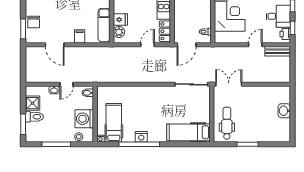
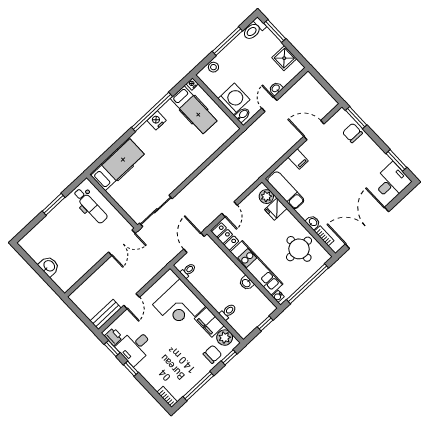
toilet: (34, 117) -> (254, 29), moved
washing machine: (84, 119) -> (234, 99), moved

